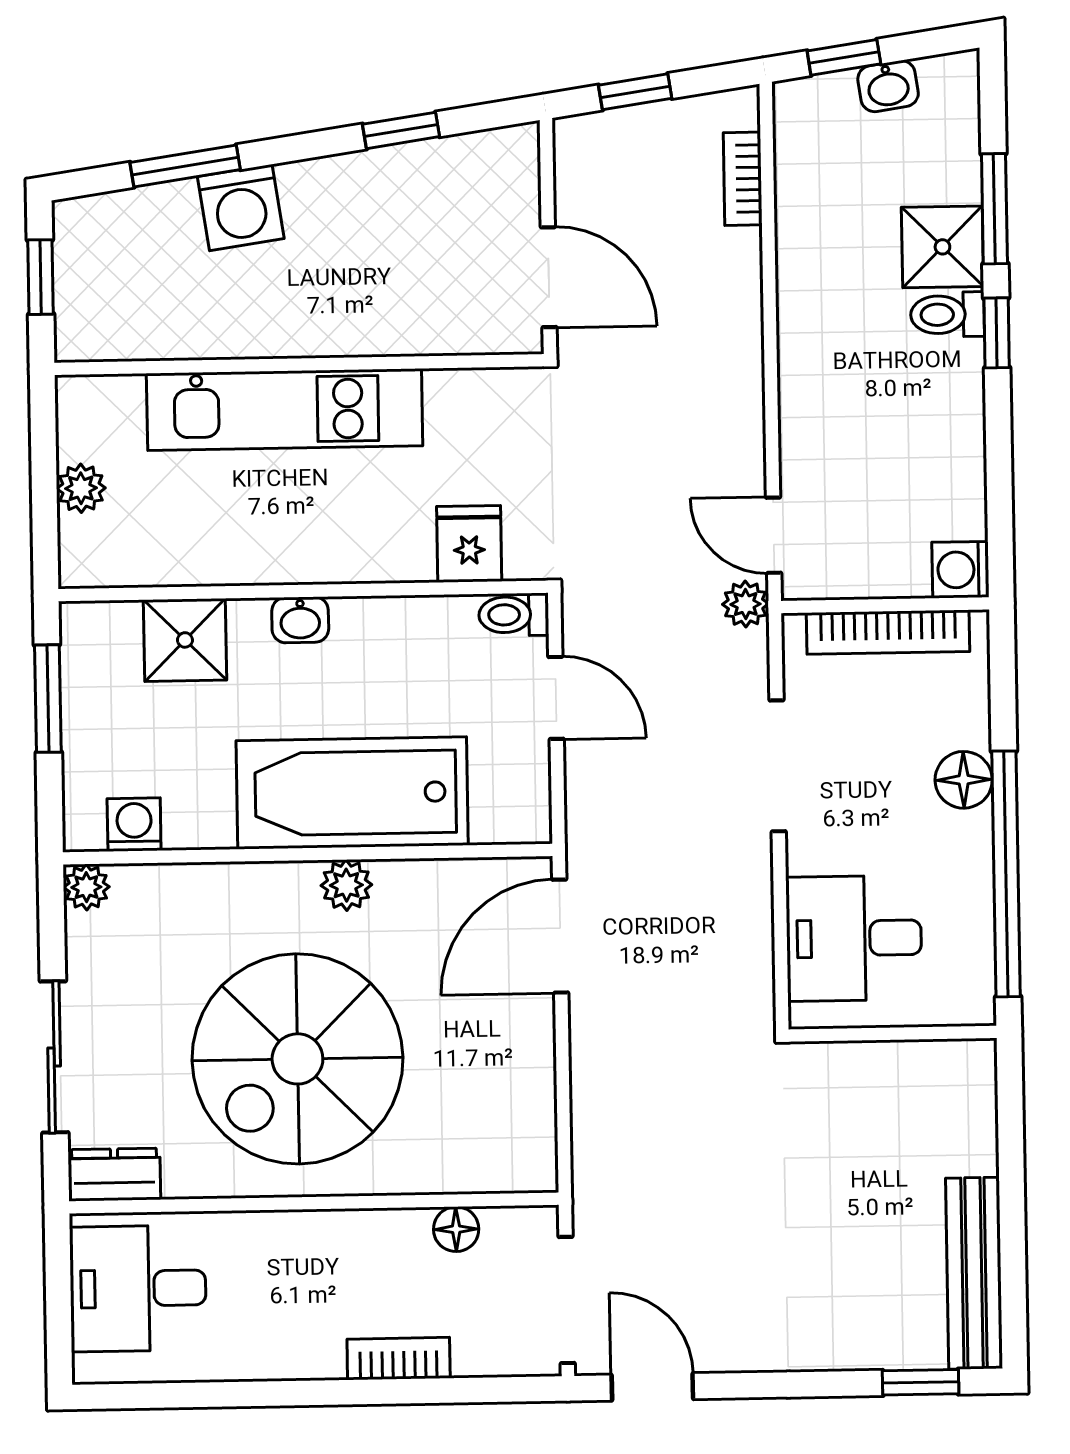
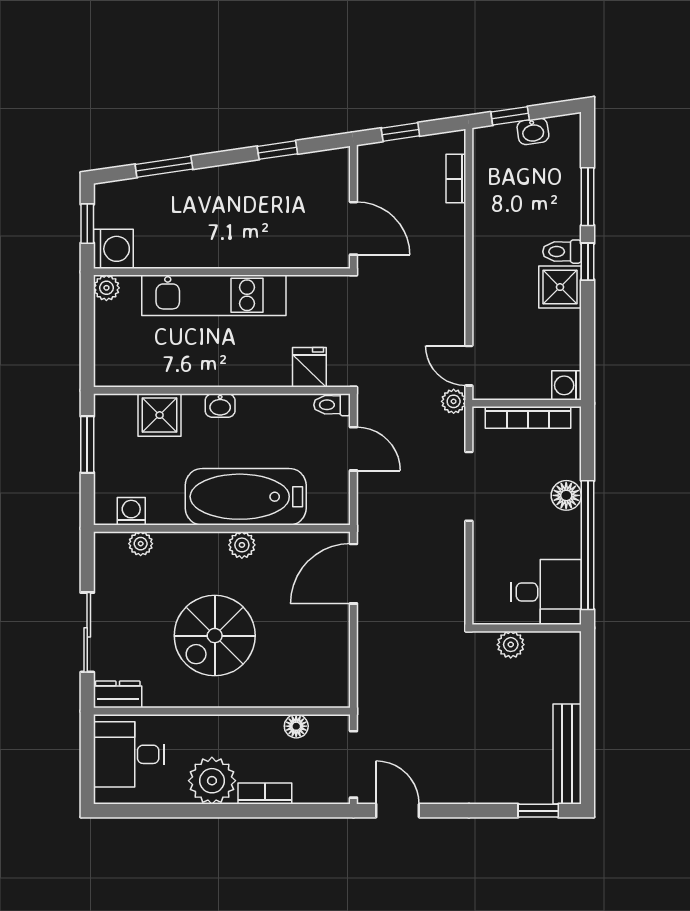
washing machine: (241, 207) -> (113, 249), moved, turned -82
shower: (942, 247) -> (560, 287), moved
plant: (81, 488) -> (106, 288), moved
plant: (86, 887) -> (141, 544), moved
desk: (854, 938) -> (546, 592), moved, turned 180
spiral stairs: (297, 1059) -> (215, 636), width x0.73, depth x0.73
plant: (863, 1066) -> (511, 645), added
plant: (297, 1336) -> (212, 781), added

